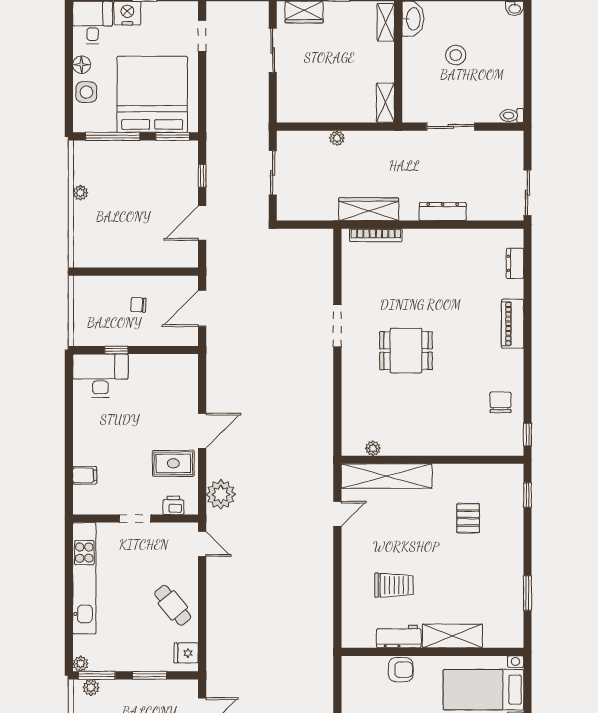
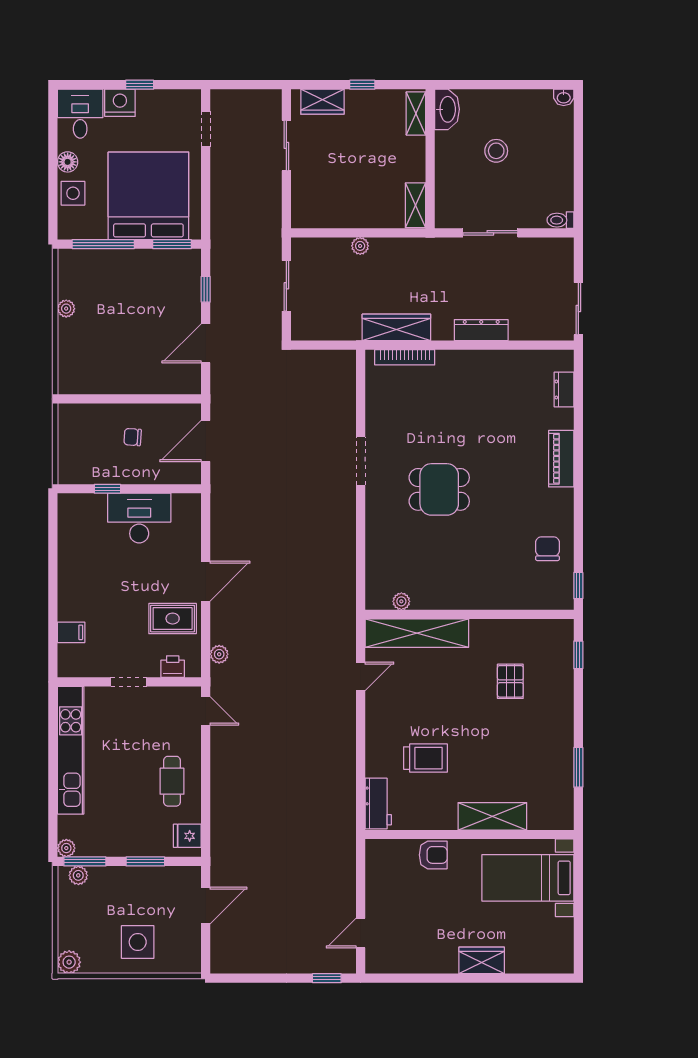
desk: (100, 376) -> (139, 518), moved
plant: (221, 494) -> (219, 654), width x0.53, depth x0.53
cafe table: (173, 605) -> (172, 781), turned 39
workbench: (399, 636) -> (378, 804), moved, turned 90

